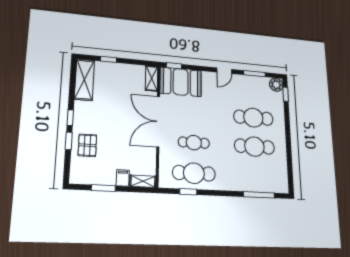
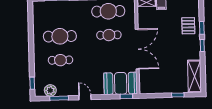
door: (224, 71) -> (85, 97), hinge flipped
shelving: (152, 78) -> (144, 84), removed
plant: (276, 85) -> (50, 90), moved
cafe table: (253, 118) -> (60, 60), width x0.73, depth x0.74

